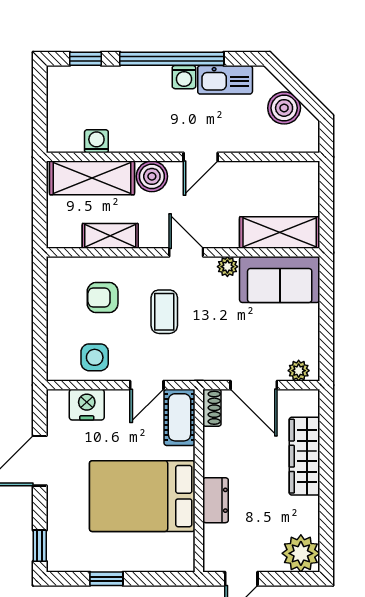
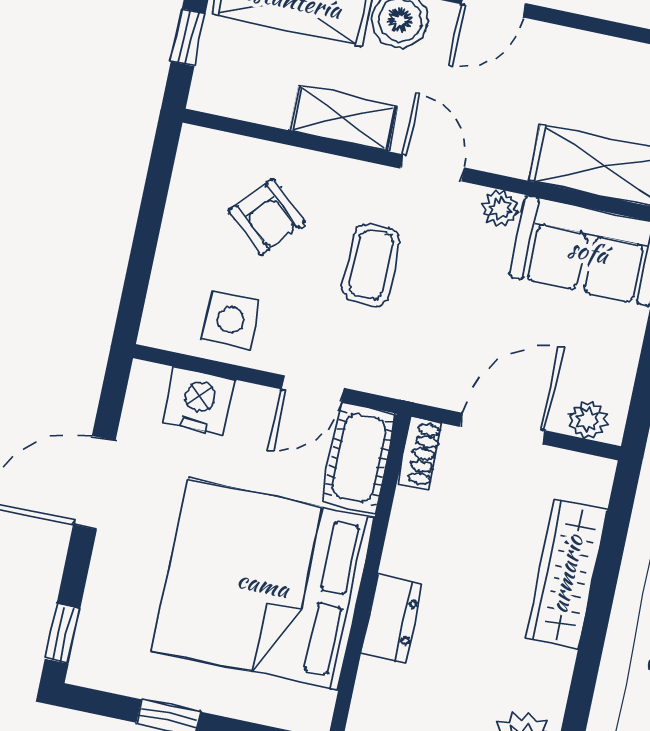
window: (40, 210) -> (188, 37), added
shelving: (110, 236) -> (343, 118), moved
armchair: (103, 297) -> (267, 217), turned -138
door: (254, 385) -> (503, 429), swing flipped
bed: (142, 496) -> (263, 584), width x1.36

